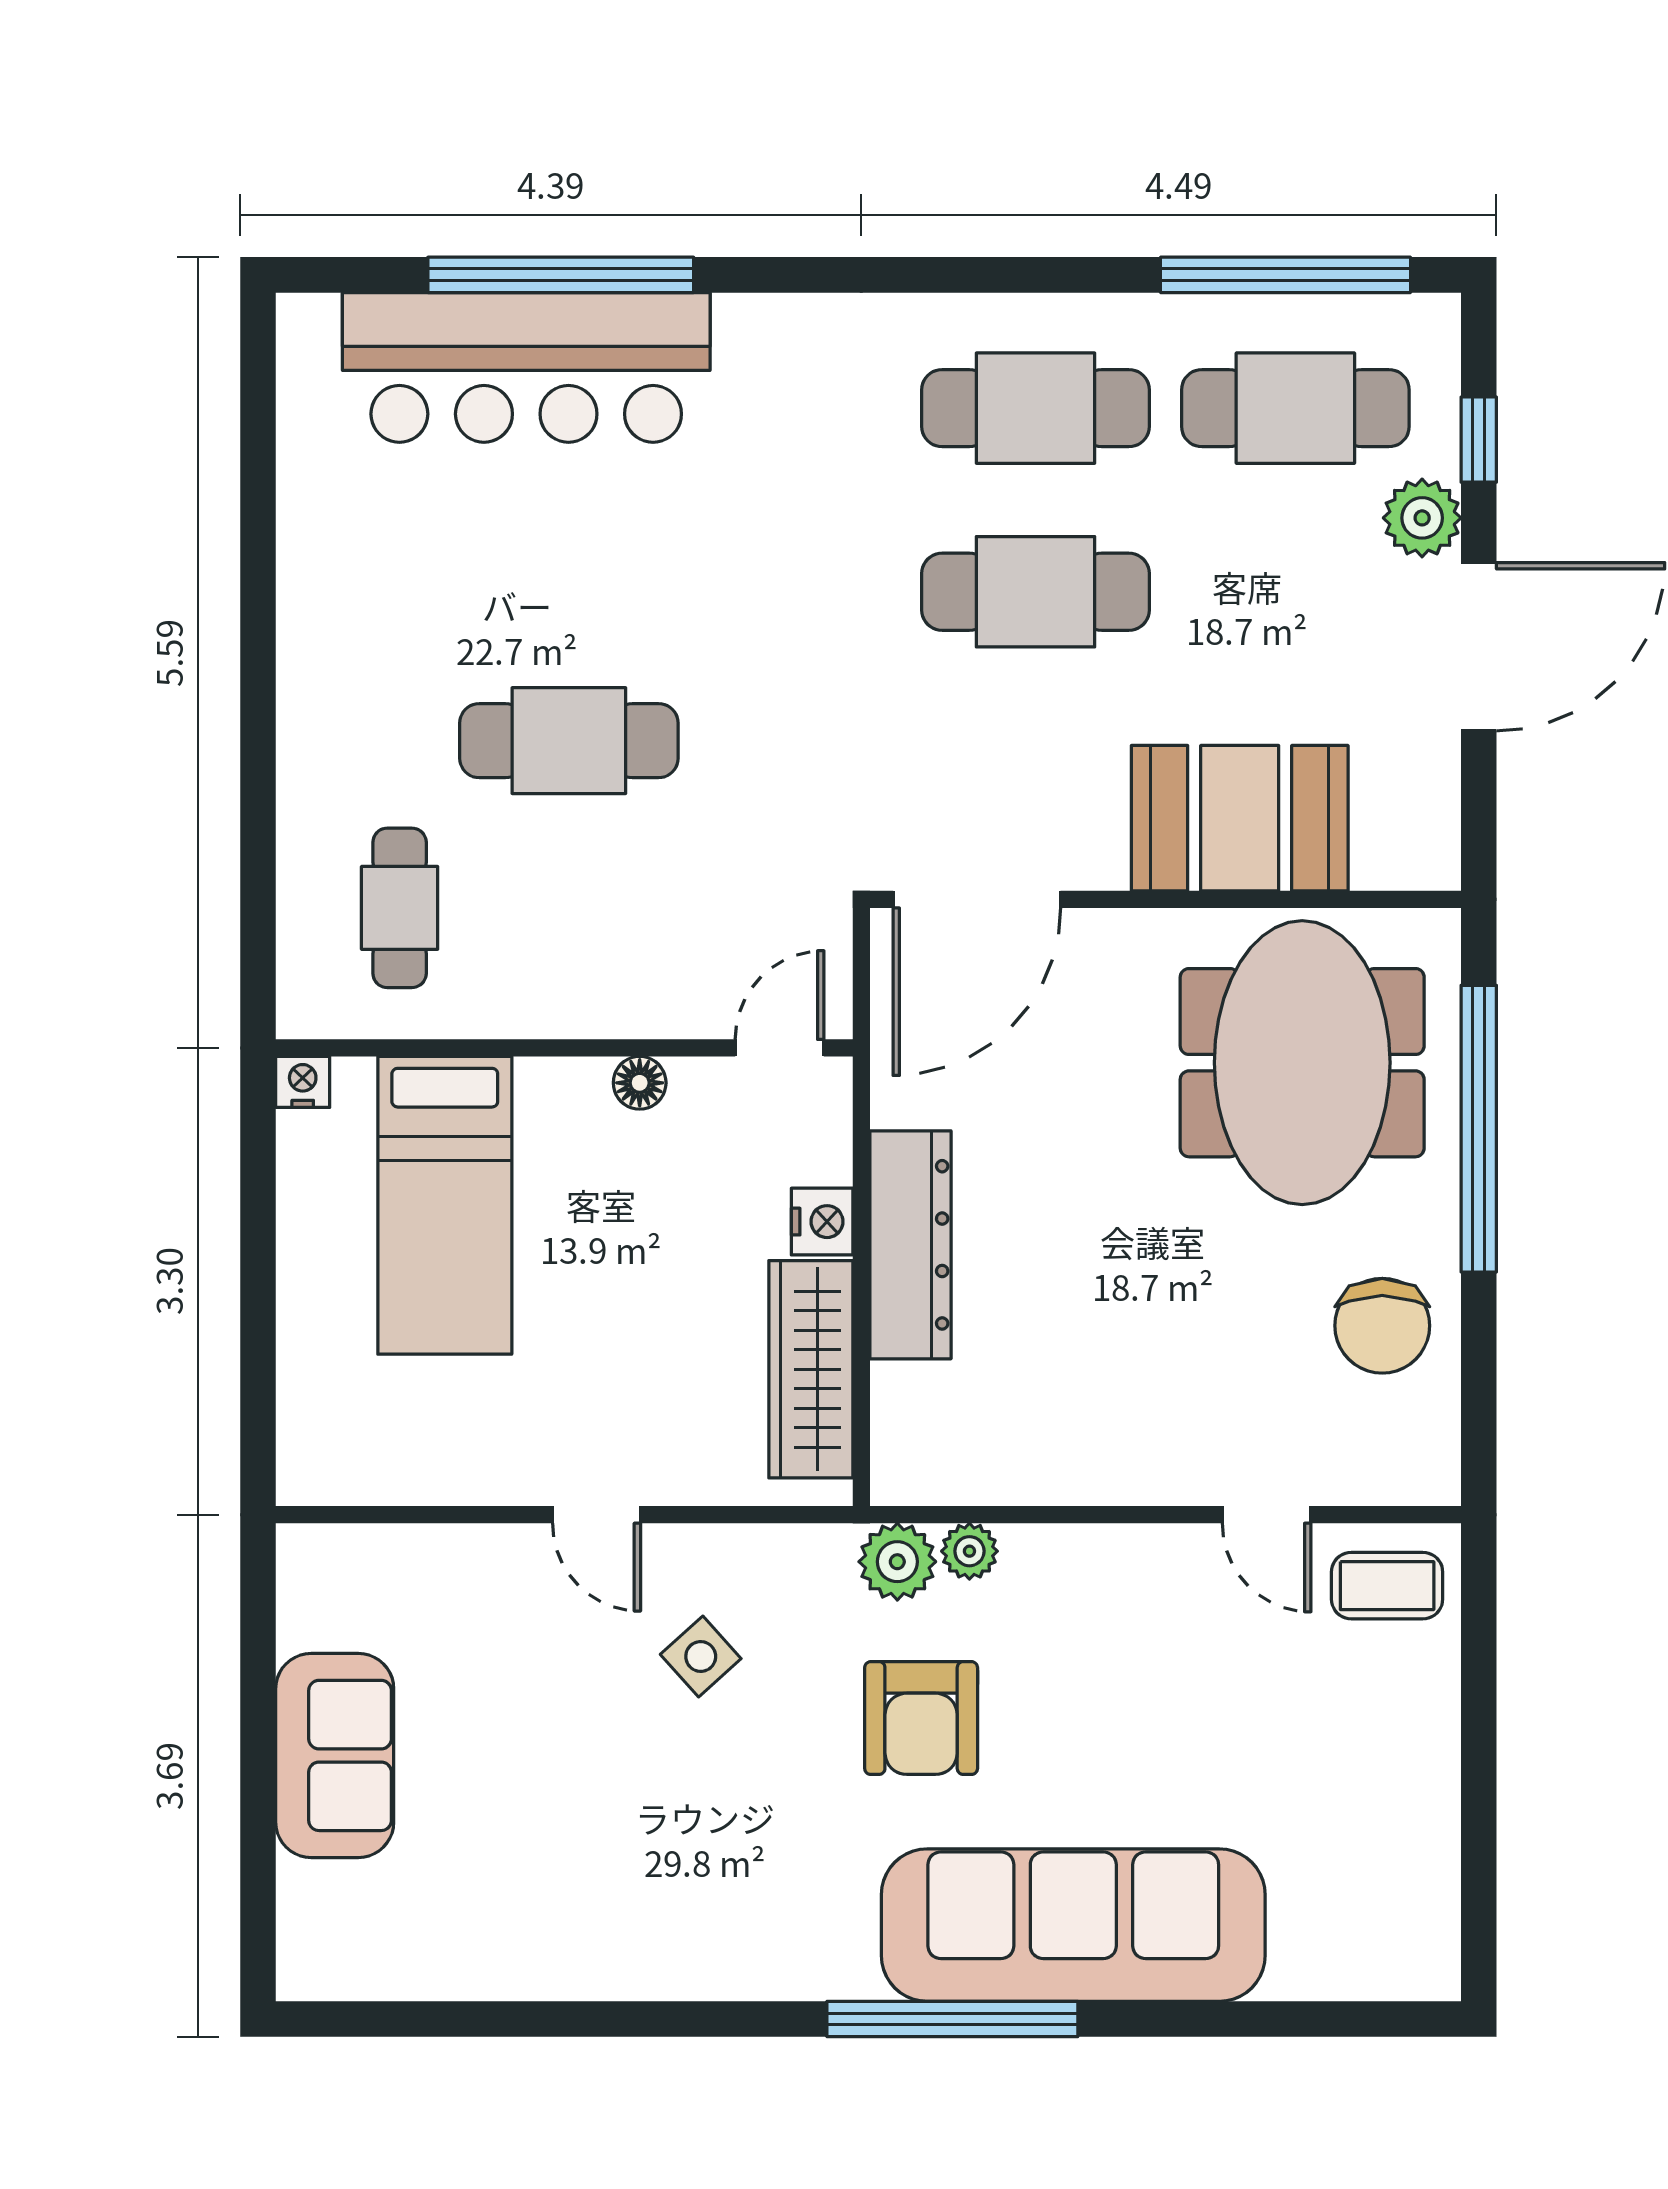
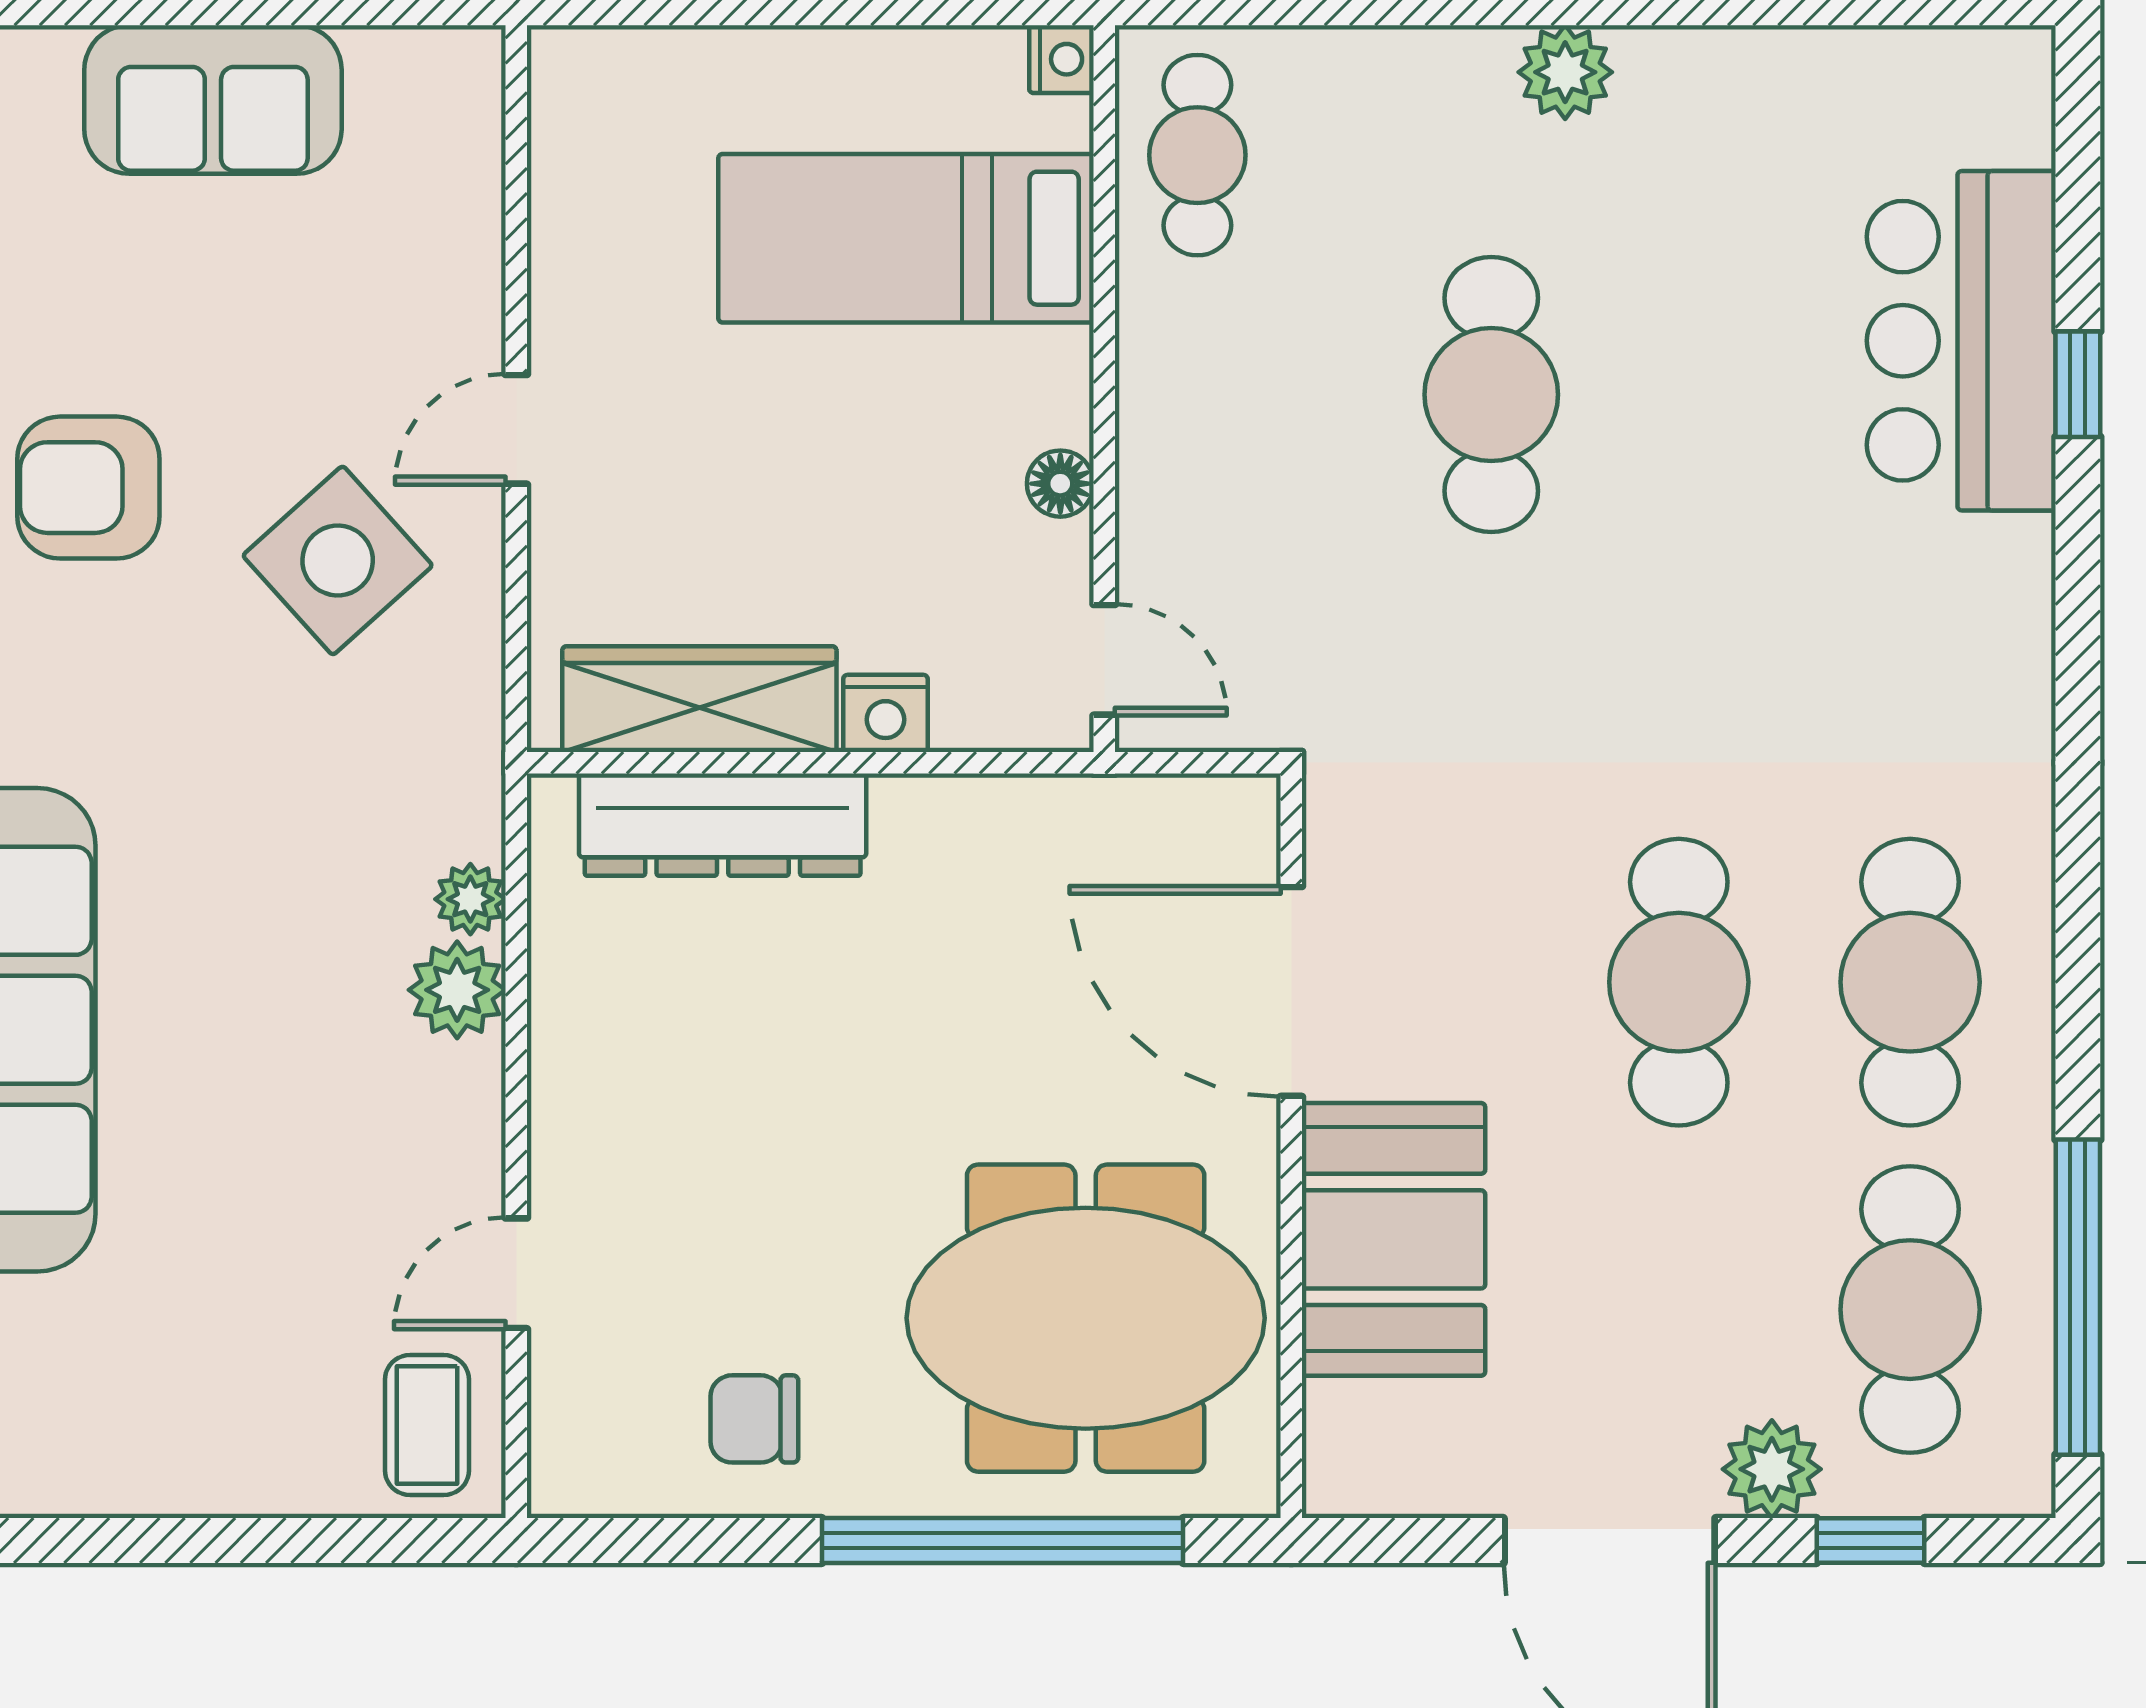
window: (561, 275) -> (2078, 384), width x0.32
bar counter: (526, 367) -> (1961, 341), width x0.73
plant: (313, 682) -> (1565, 72), added
door: (977, 899) -> (1291, 991), moved
cafe table: (400, 908) -> (1197, 155), moved, turned 90
dresser: (910, 1245) -> (723, 825), moved
chair: (1382, 1326) -> (754, 1419), width x0.73, depth x0.73
plant: (897, 1562) -> (457, 990), moved
side table: (701, 1656) -> (338, 560), width x1.87, depth x1.87
armchair: (921, 1718) -> (88, 488), moved

